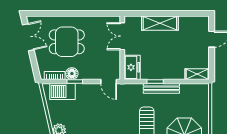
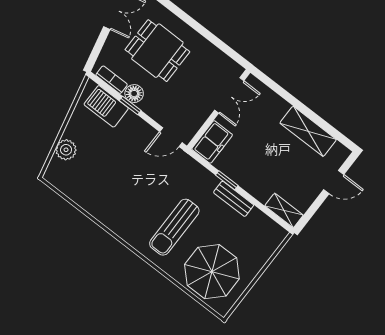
shelving: (160, 23) -> (308, 131), moved
double door: (122, 36) -> (229, 95), swing flipped
door: (109, 81) -> (171, 137), hinge flipped
bench: (161, 88) -> (234, 199), width x0.73

